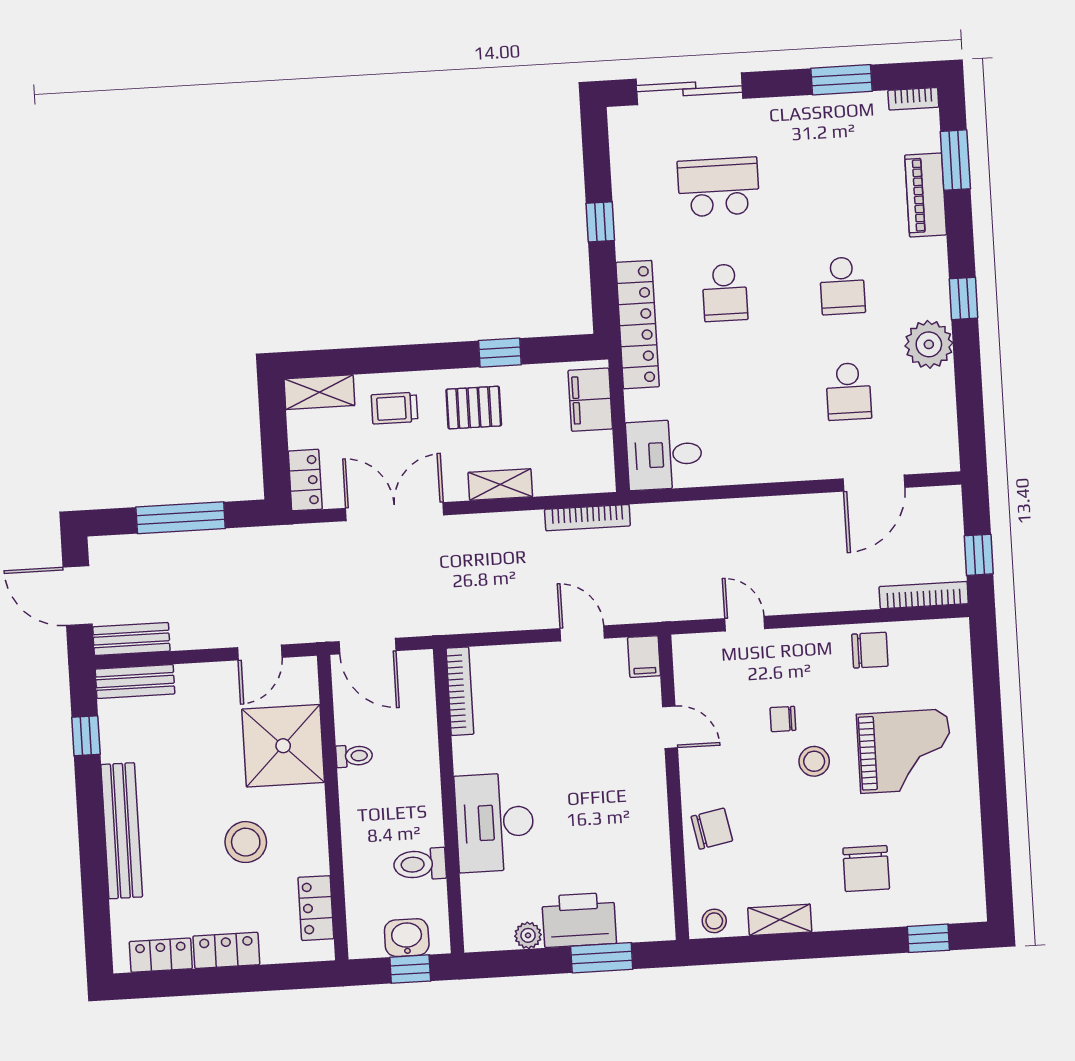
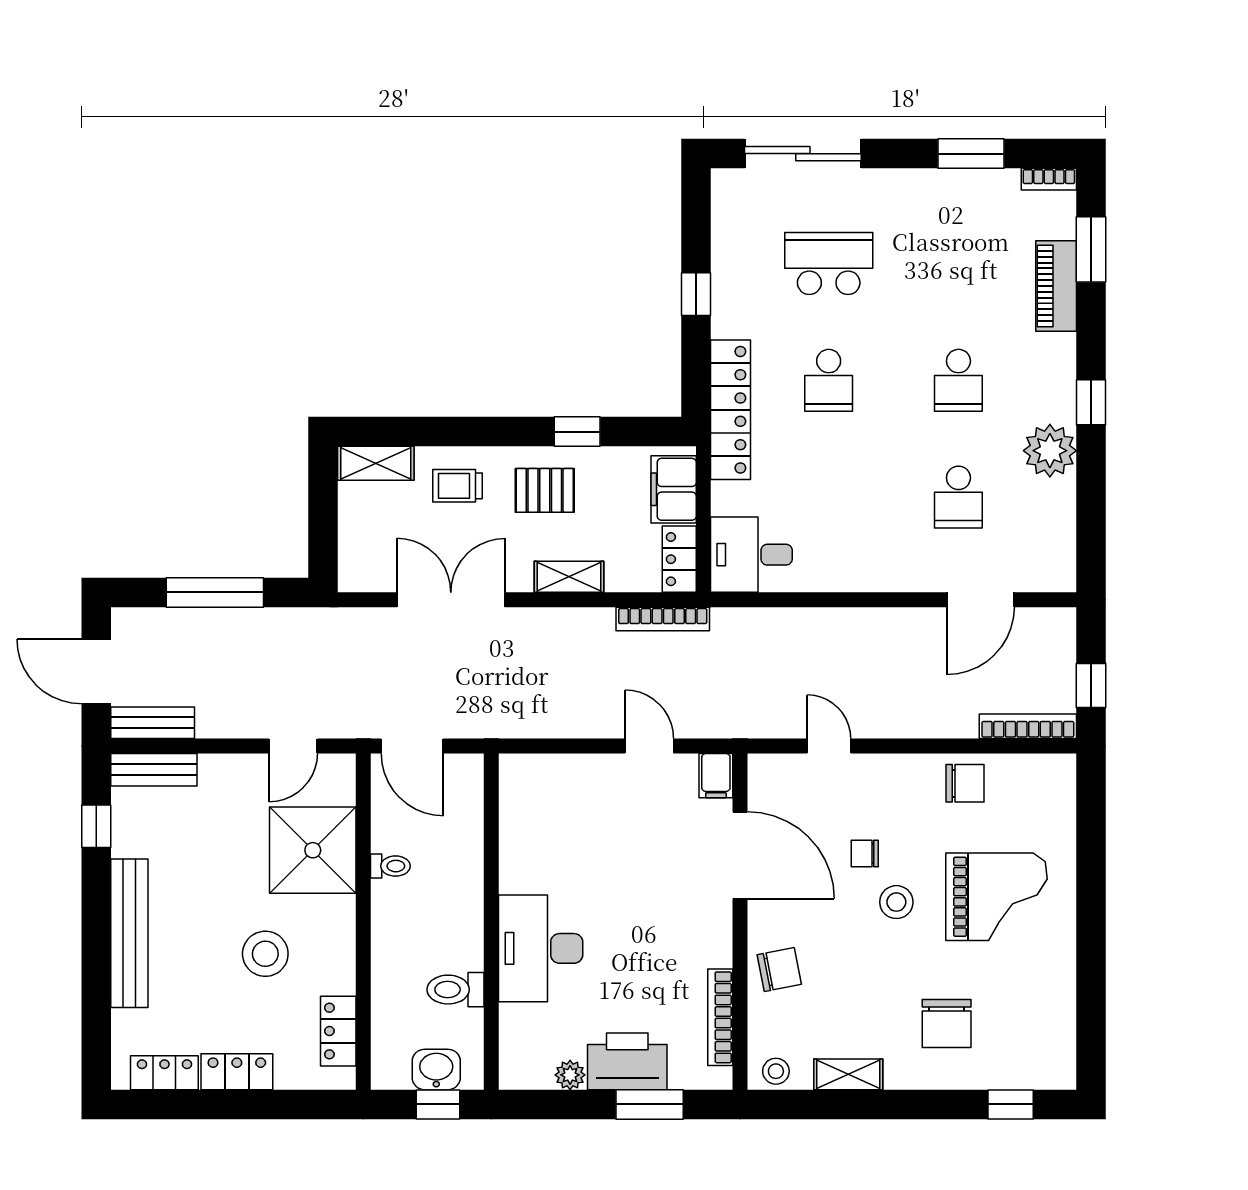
locker: (305, 480) -> (679, 559), moved, turned 180
bookcase: (460, 691) -> (720, 1017), moved, turned 180
door: (670, 727) -> (740, 855), width x1.88

